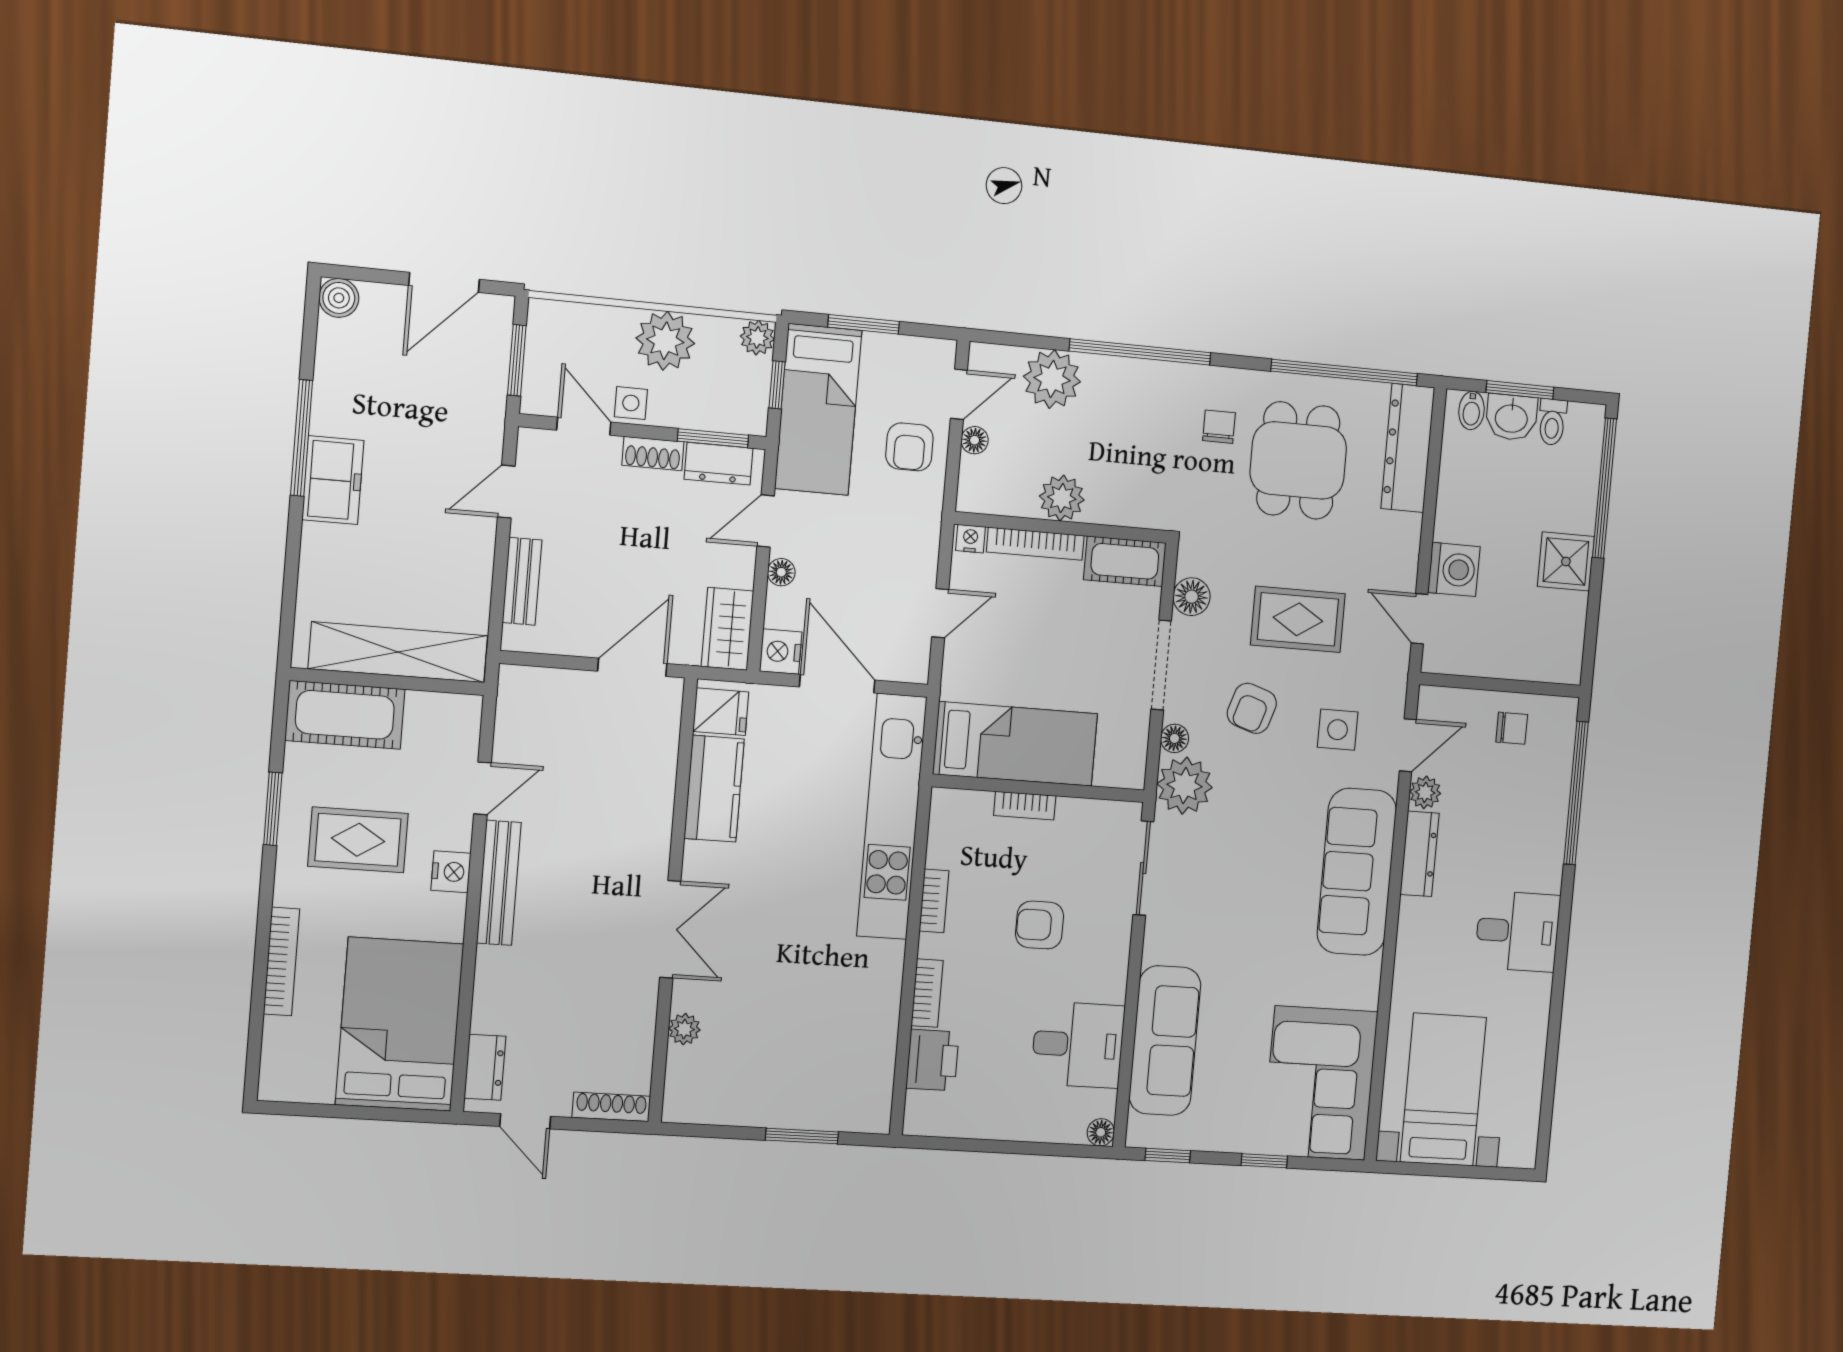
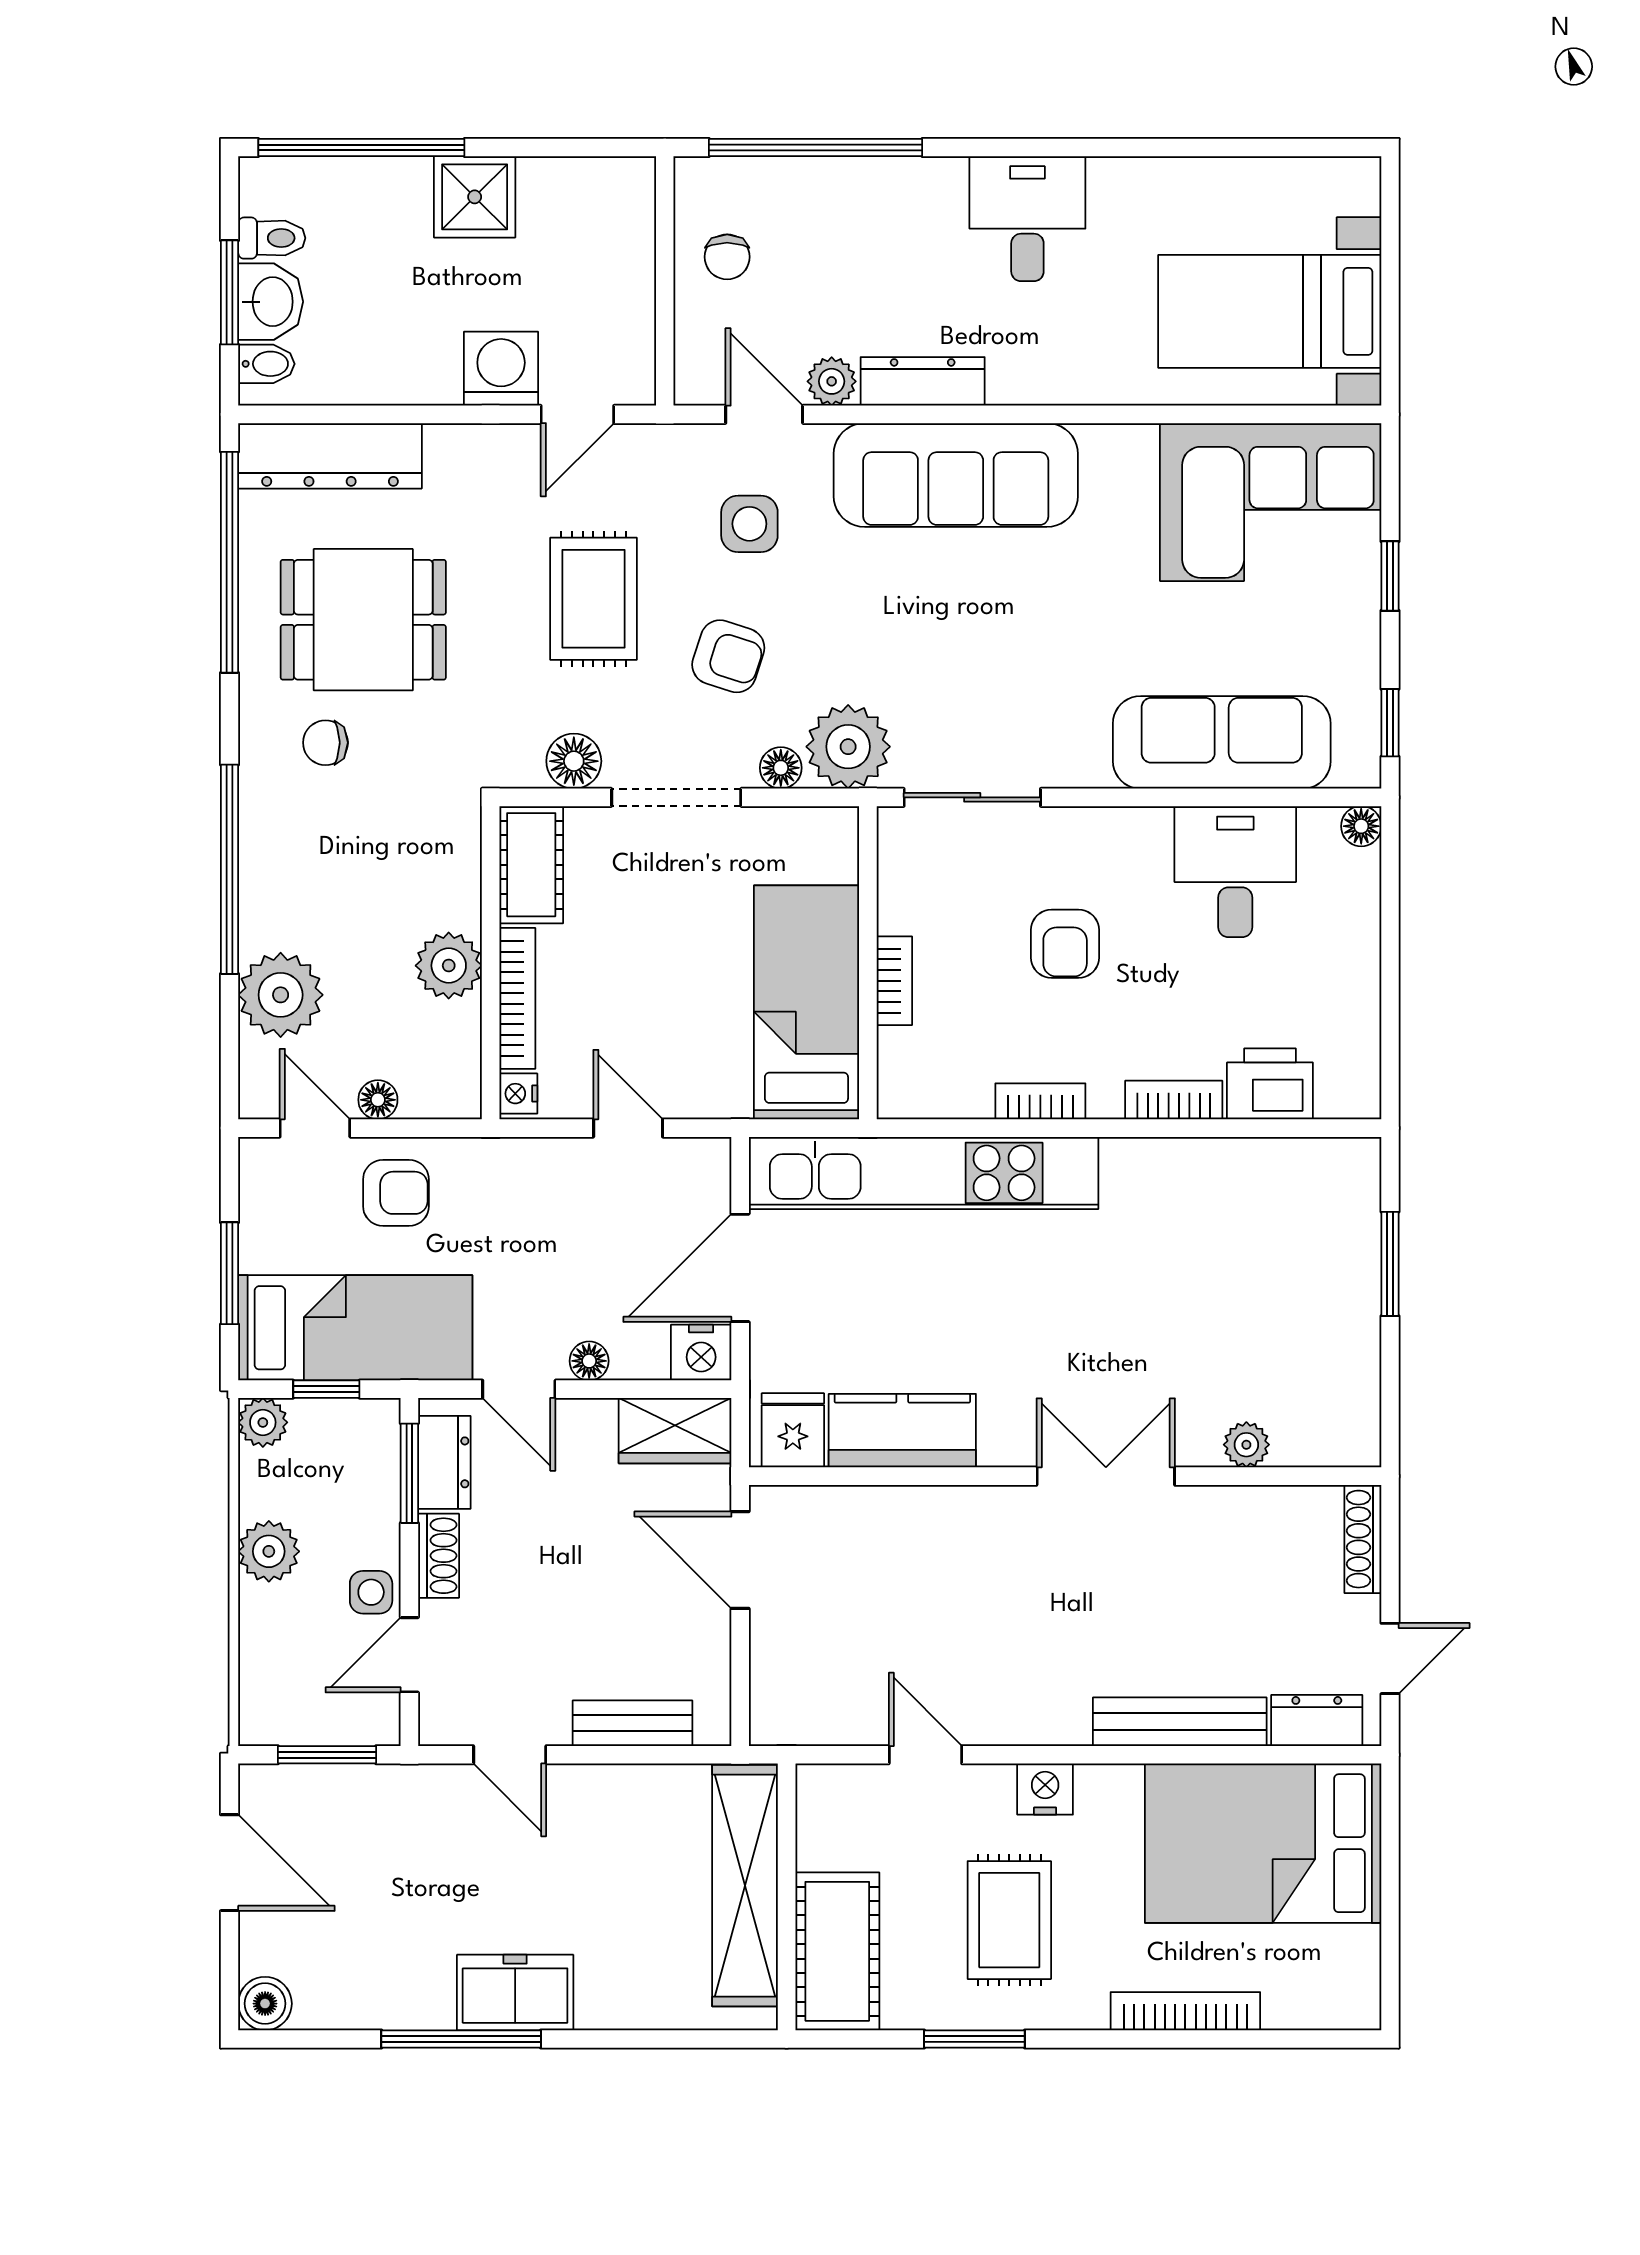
plant: (665, 341) -> (269, 1551), width x0.73, depth x0.73
chair: (1512, 728) -> (727, 257), turned 180
bench: (499, 883) -> (1180, 1722), moved

